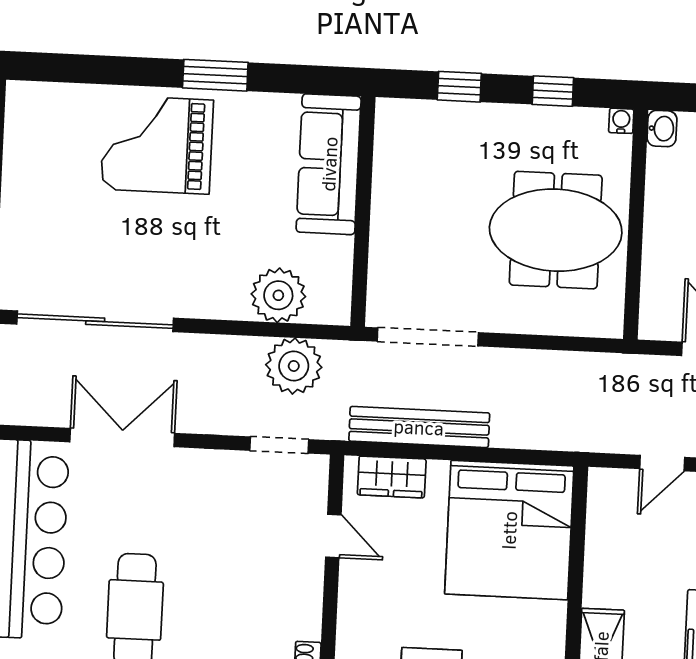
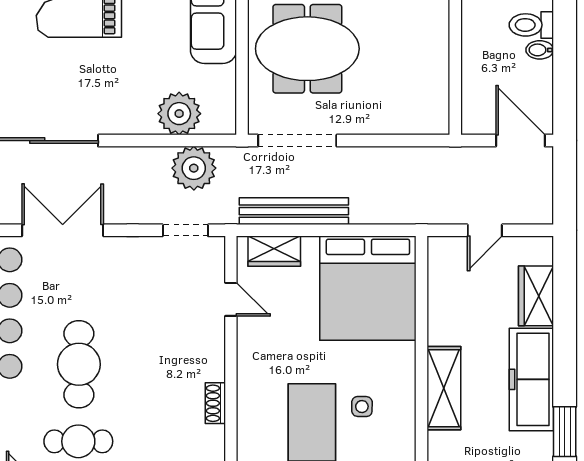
meeting table: (556, 230) -> (307, 49), moved

